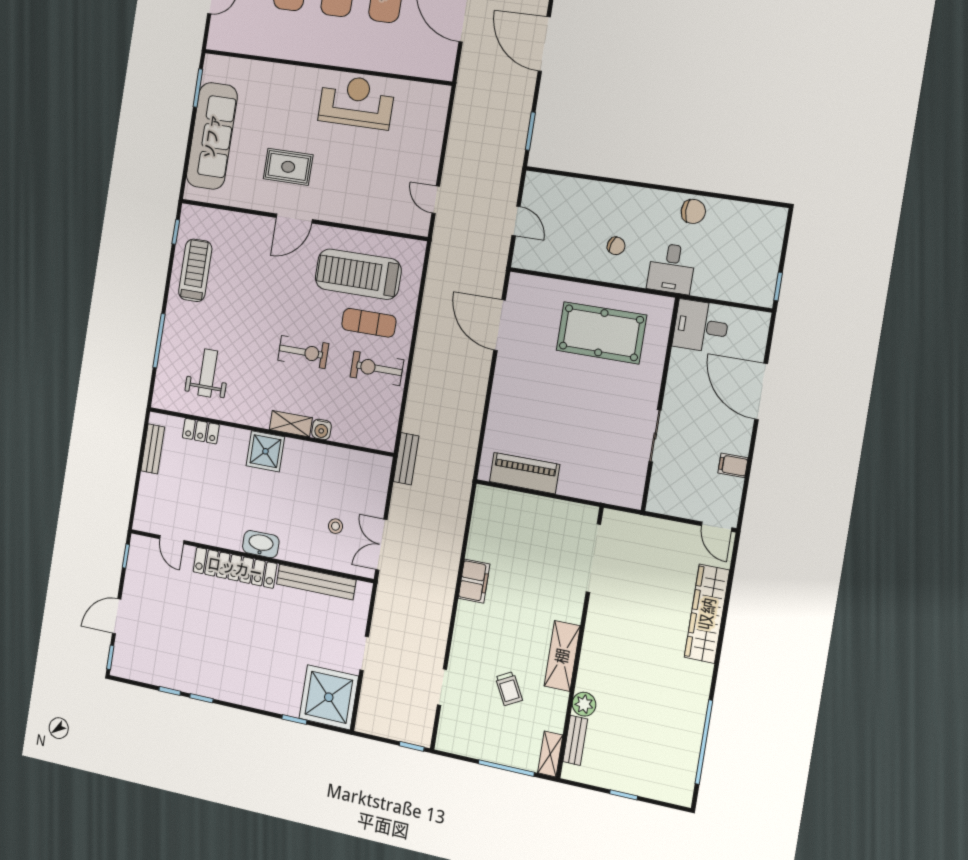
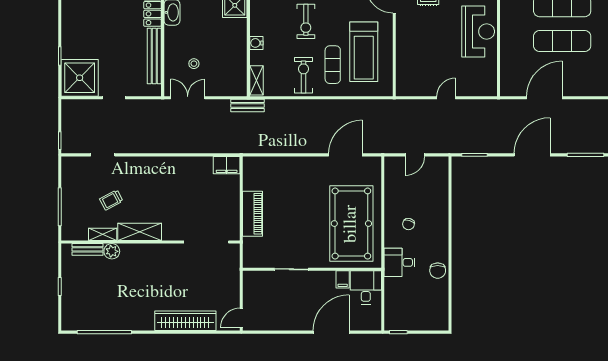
door: (436, 200) -> (446, 98), moved
treadmill: (358, 274) -> (364, 52), turned 180
pool table: (601, 333) -> (351, 224), width x1.36, depth x1.32
shelving: (291, 424) -> (256, 80), moved
filing cabinet: (733, 465) -> (343, 279), moved, turned 180
piano: (525, 473) -> (252, 214), moved
filing cabinet: (474, 581) -> (227, 165), moved
shelving: (550, 754) -> (103, 234), moved

